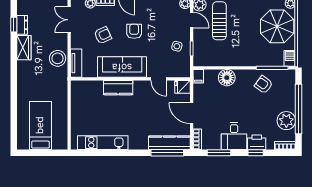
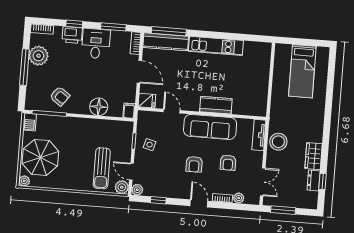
armchair: (103, 35) -> (228, 163), turned -65
window: (299, 109) -> (24, 67), width x0.68
kitchen unit: (103, 143) -> (216, 46), moved

